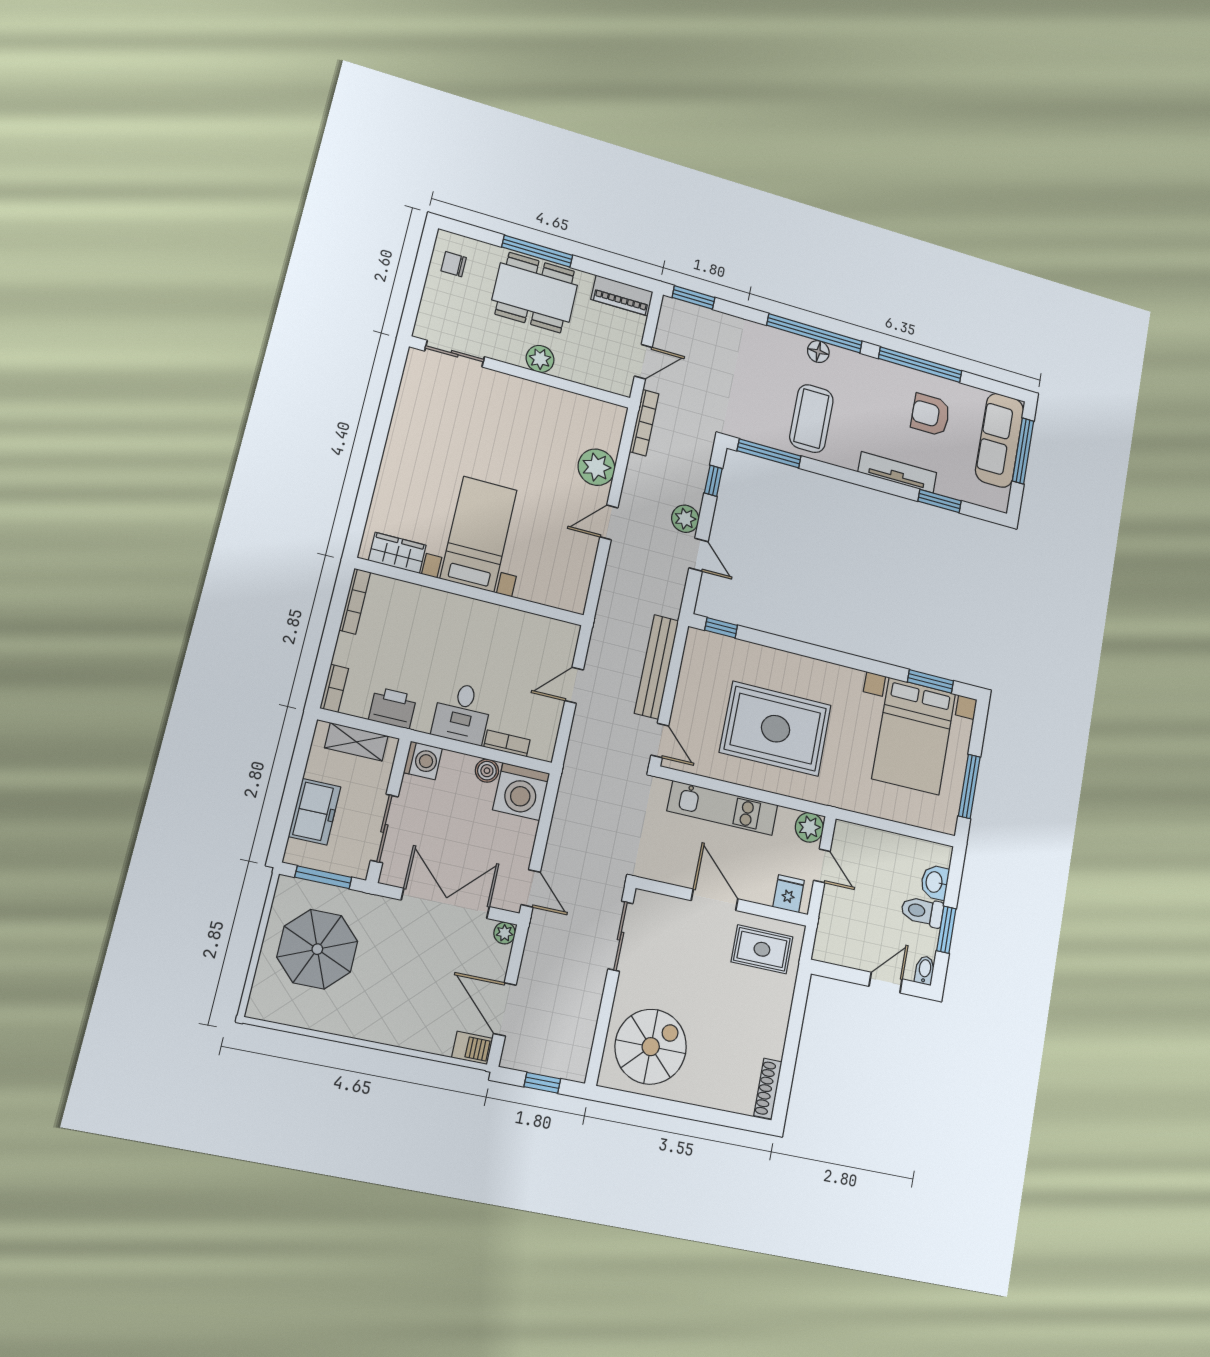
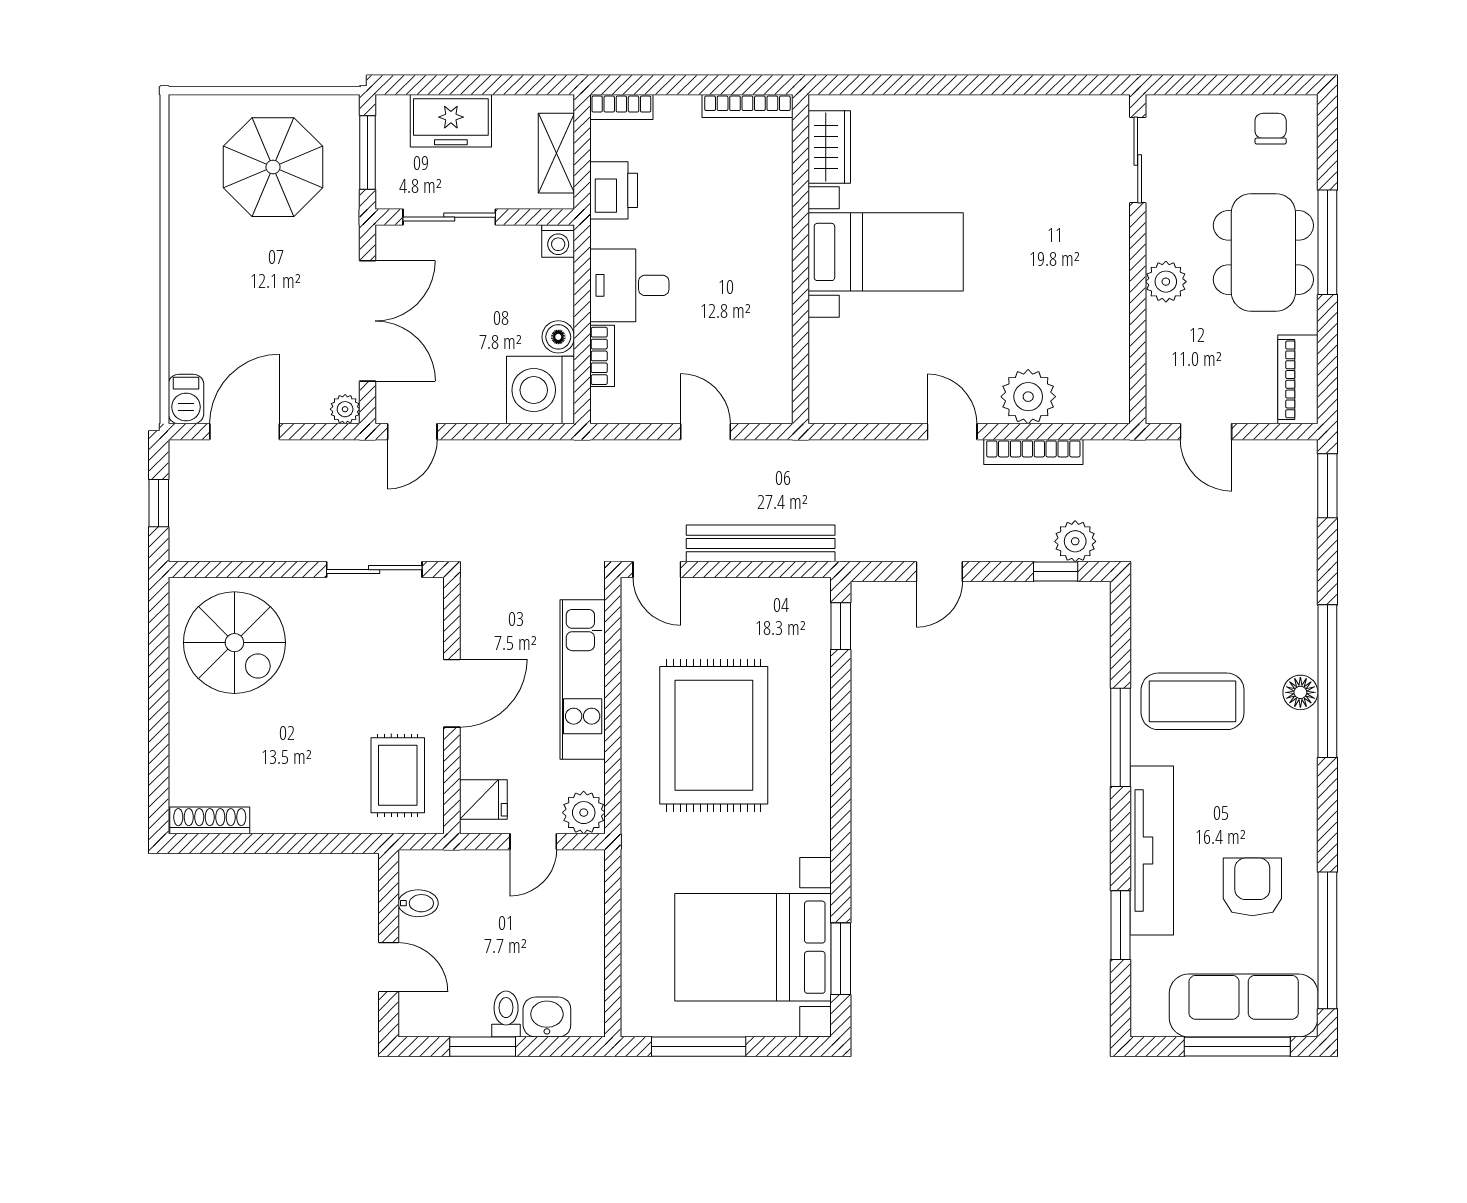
window: (920, 365) -> (1327, 940), moved
bookcase: (644, 423) -> (1033, 452), moved
window: (769, 453) -> (1120, 737), moved
tv unit: (897, 472) -> (1152, 850), width x1.36, depth x1.29
plant: (685, 519) -> (1075, 541), moved
door: (660, 740) -> (657, 570), hinge flipped
washing machine: (423, 760) -> (558, 241), width x0.73, depth x0.73
toilet: (922, 911) -> (506, 1014), width x0.73, depth x0.72
bidet: (925, 970) -> (418, 903), moved

